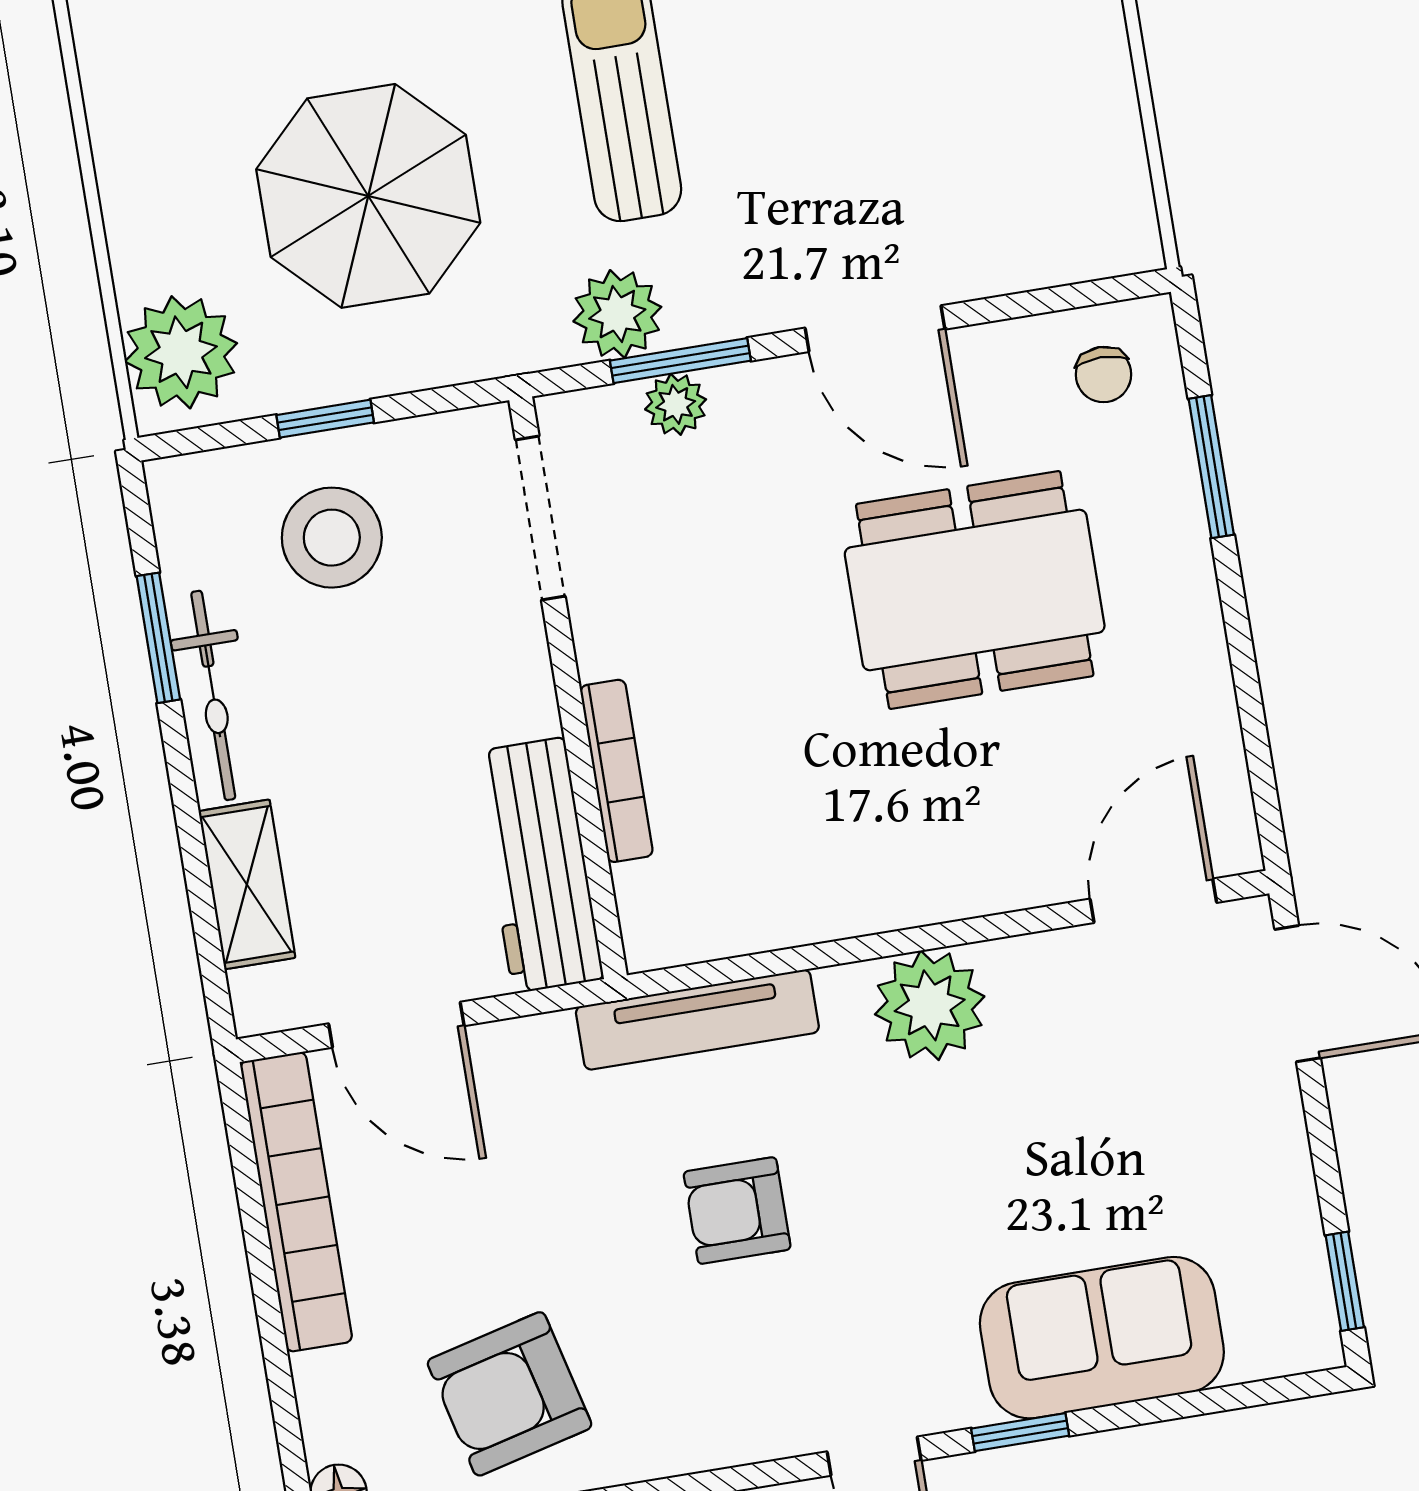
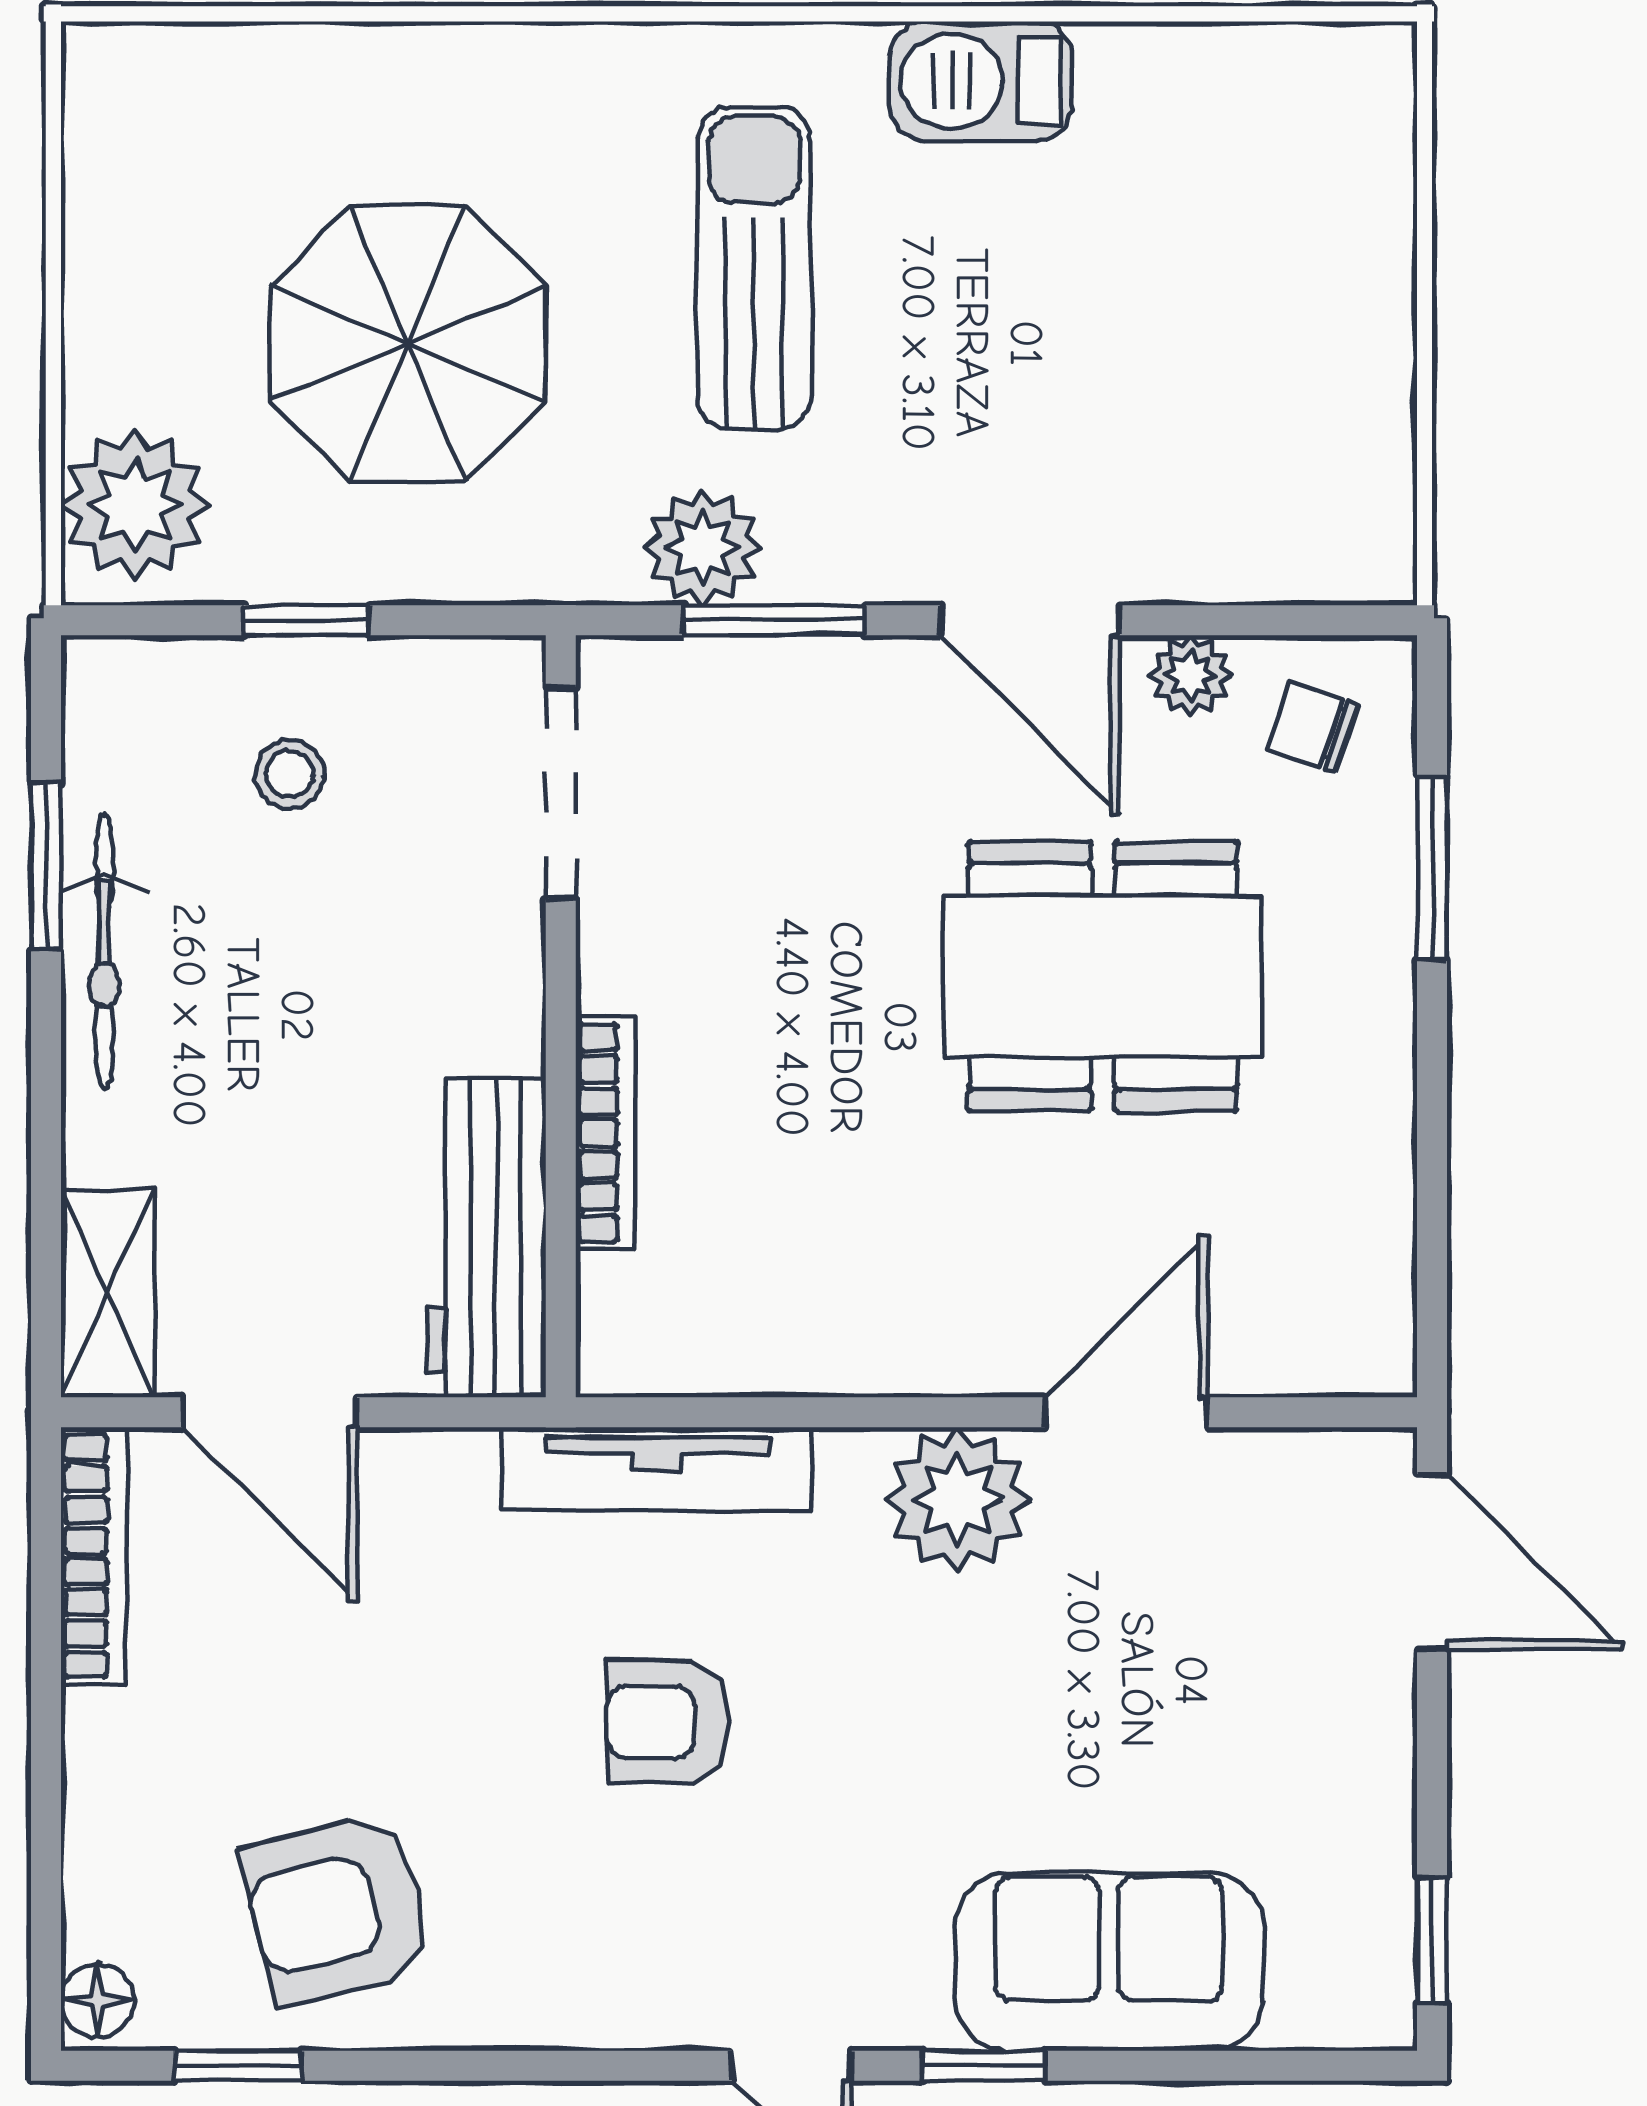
chair: (1103, 375) -> (1313, 727), turned 109
plant: (676, 404) -> (1190, 675), moved
stool: (332, 538) -> (289, 774), width x0.53, depth x0.53
shelving: (247, 884) -> (108, 1293), moved
door: (1153, 901) -> (1126, 1412), moved
bookcase: (296, 1202) -> (94, 1556), width x0.68, depth x0.76

